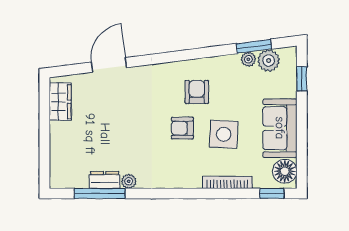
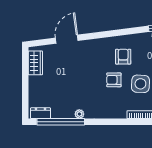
dresser: (105, 180) -> (40, 113), moved
window: (100, 193) -> (61, 122), width x1.46

